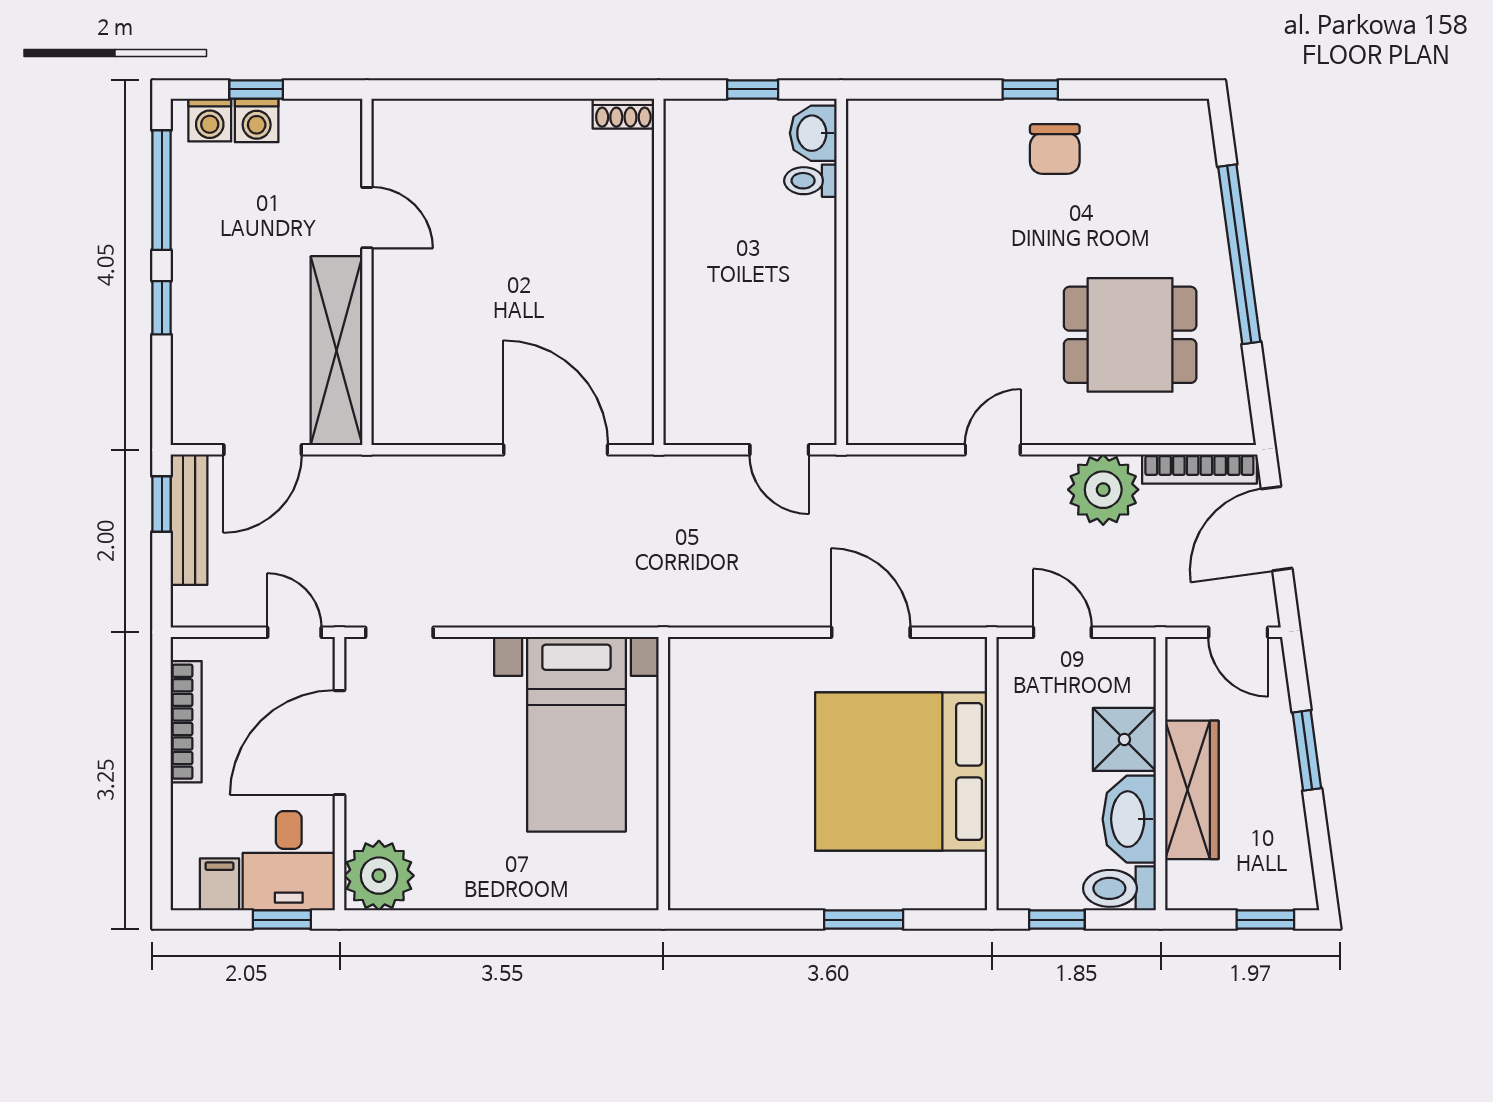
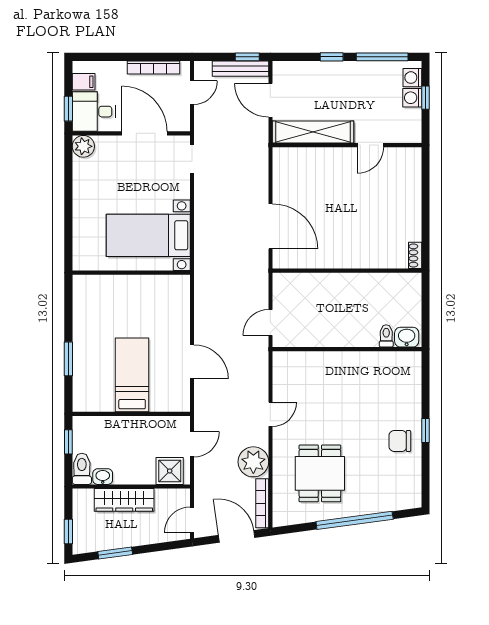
window: (753, 89) -> (425, 311), removed
door: (556, 450) -> (270, 226), hinge flipped
door: (993, 450) -> (270, 414), hinge flipped
door: (294, 632) -> (192, 93), moved
door: (871, 632) -> (192, 362), hinge flipped
shower: (1124, 739) -> (170, 471), moved
window: (1307, 750) -> (115, 553), moved
bed: (901, 772) -> (132, 375), width x0.49
washbasin: (1129, 819) -> (103, 477), width x0.52, depth x0.69
plant: (379, 876) -> (83, 146), width x0.73, depth x0.73

